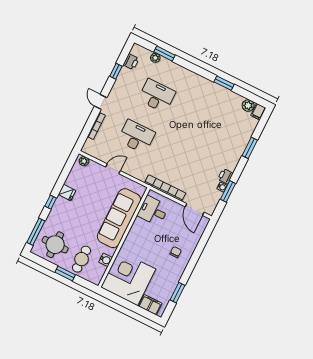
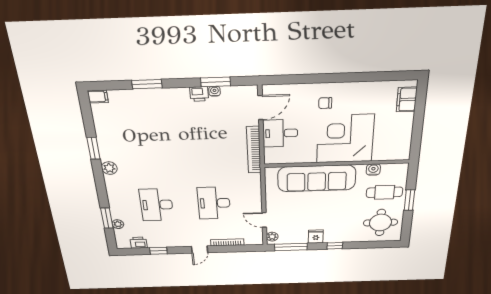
plant: (248, 105) -> (109, 168), moved
door: (113, 169) -> (264, 220), moved
desk: (153, 211) -> (280, 133), moved, turned 90
window: (36, 232) -> (291, 247), moved
corner desk: (128, 278) -> (345, 139), moved, turned 90
window: (178, 293) -> (376, 77), removed

